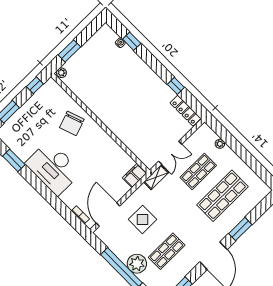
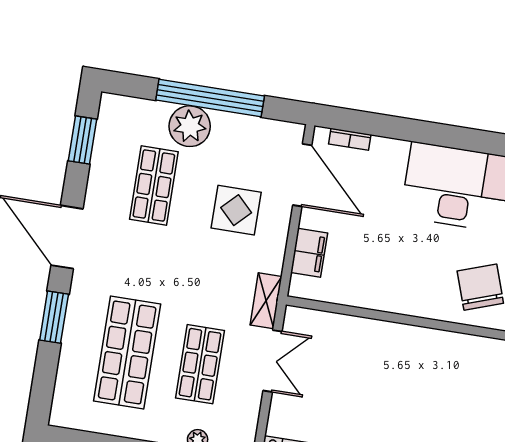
double door: (170, 153) -> (272, 361), swing flipped
filing cabinet: (135, 175) -> (309, 253), moved

